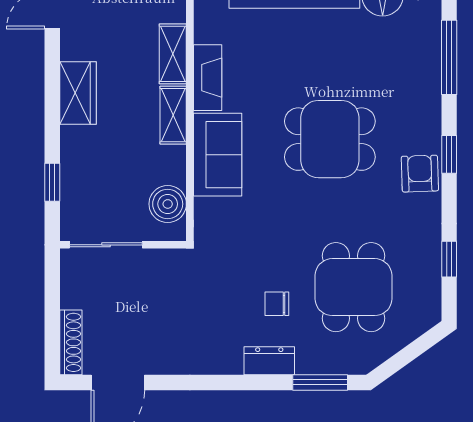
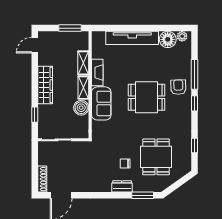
window: (449, 57) -> (195, 74), moved
wardrobe: (78, 93) -> (45, 85), width x1.50
armchair: (420, 174) -> (178, 87), moved
boiler: (168, 204) -> (81, 108), moved

